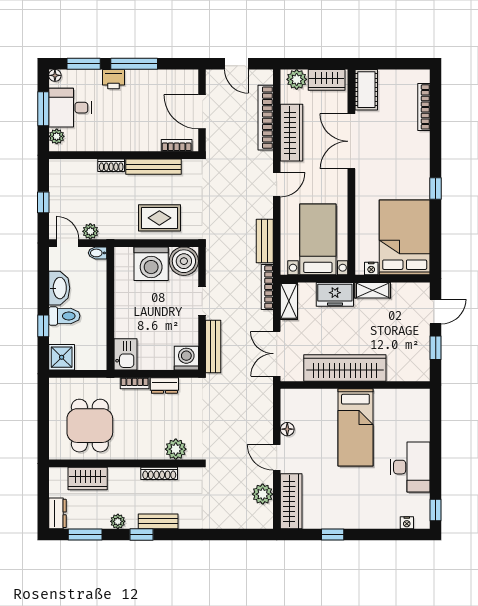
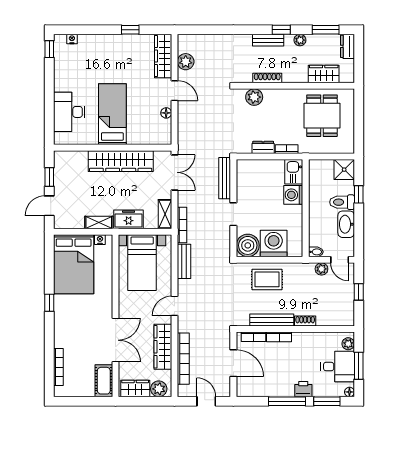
bookcase: (144, 145) -> (279, 337), added
washing machine: (186, 358) -> (293, 195), moved, turned 90
desk: (410, 467) -> (69, 112), moved

